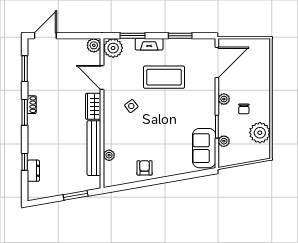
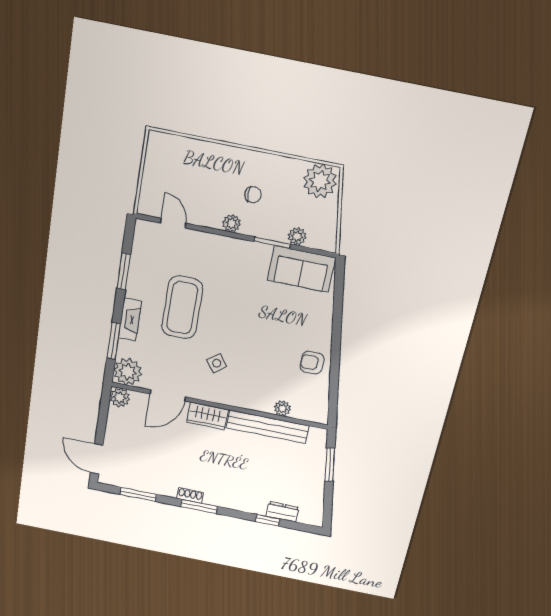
door: (217, 63) -> (173, 223), width x0.53
plant: (260, 133) -> (320, 181), moved

